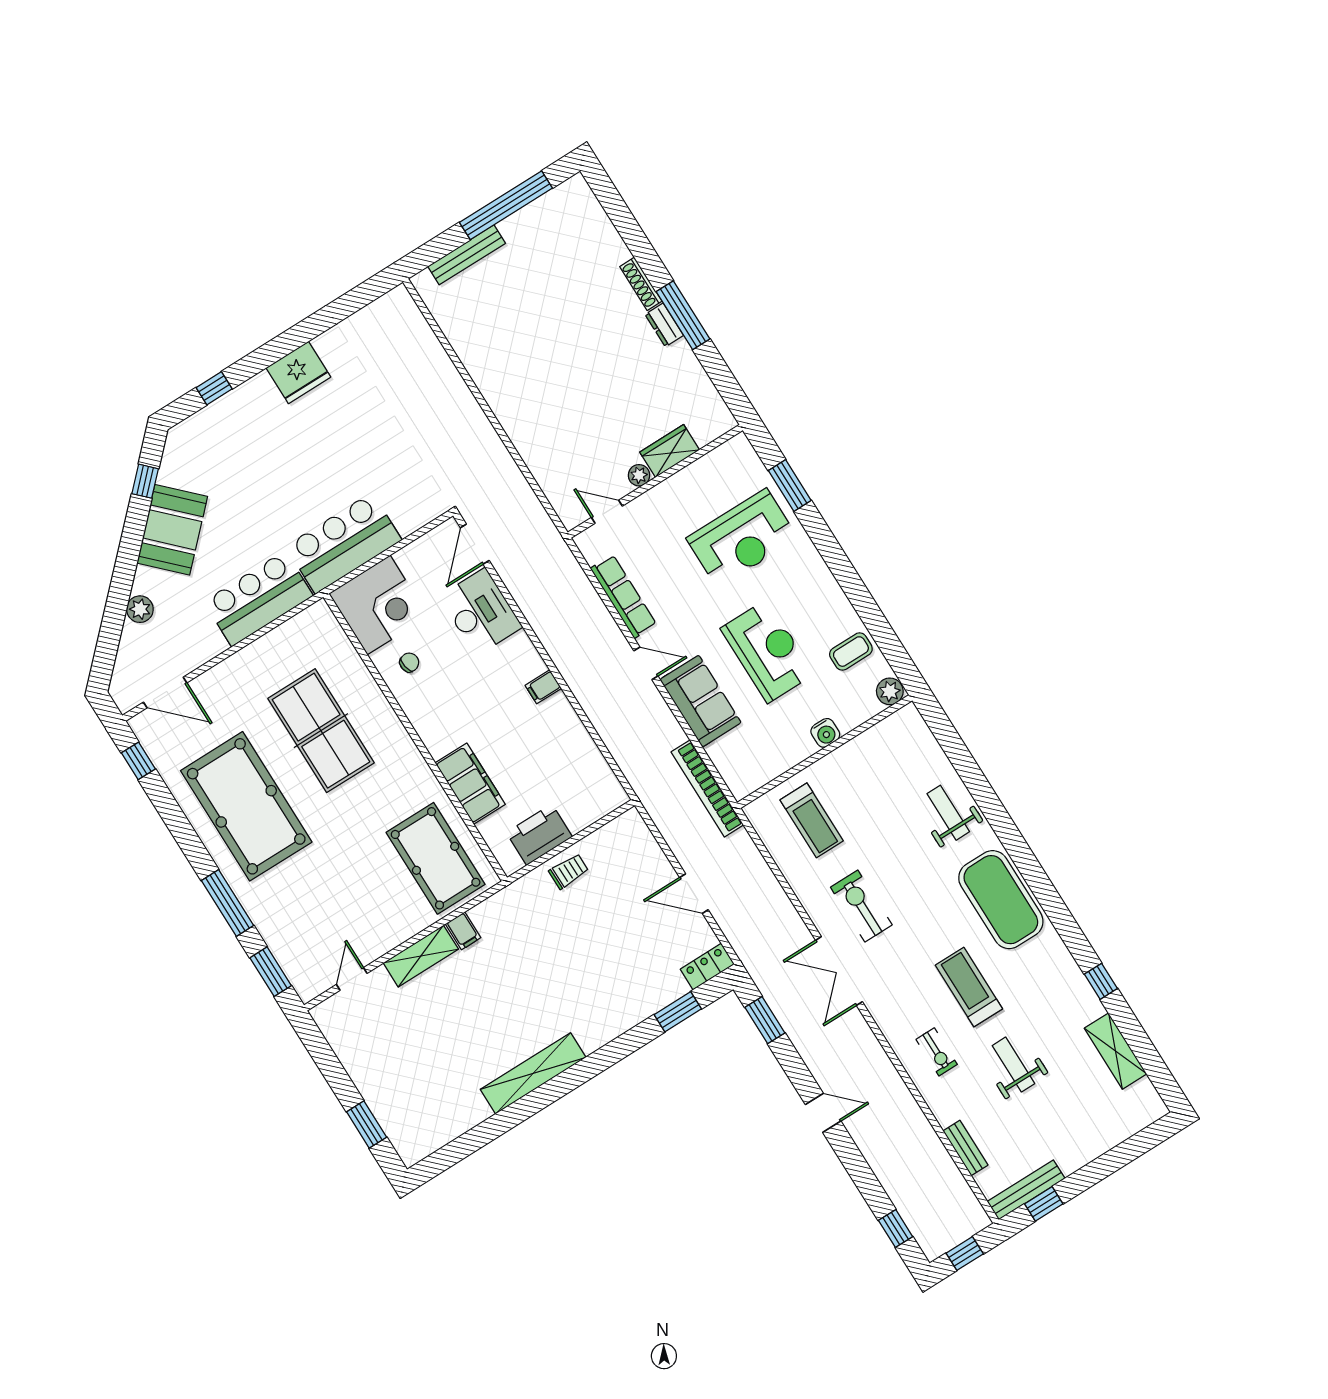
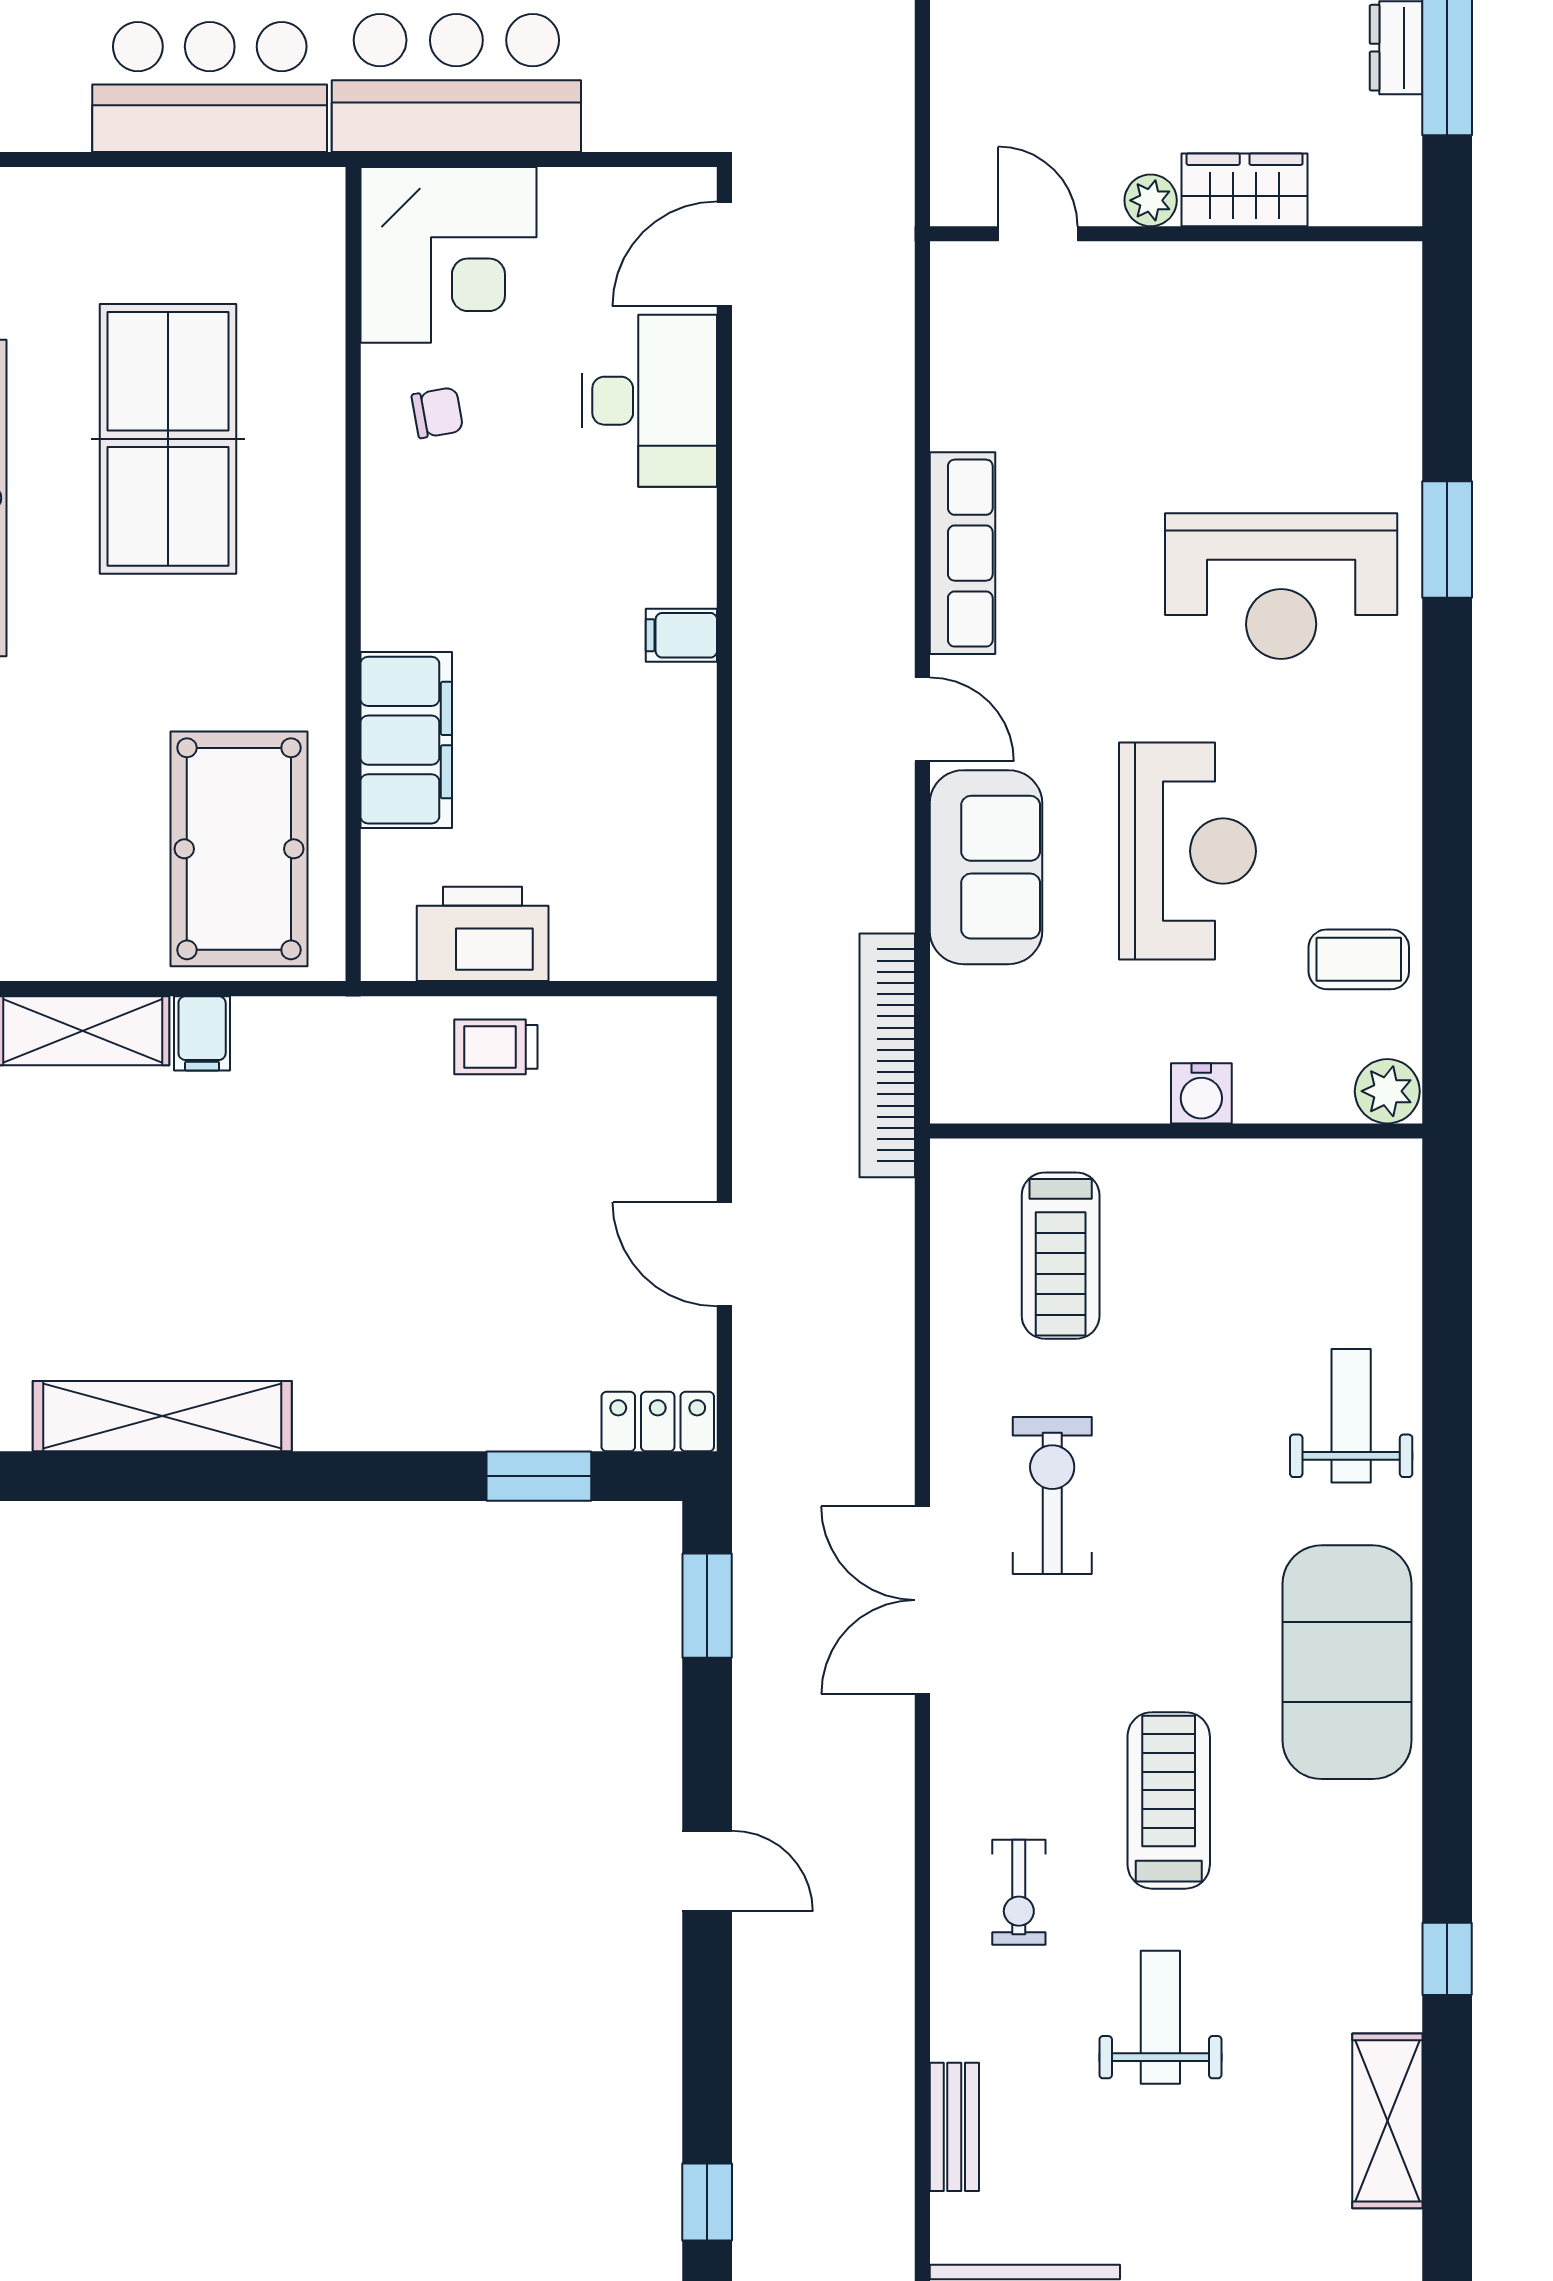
wardrobe: (670, 451) -> (1245, 190), moved
plant: (639, 475) -> (1151, 200), moved
wall: (655, 481) -> (1176, 234), moved
door: (607, 512) -> (1038, 234), moved
trolley: (569, 871) -> (496, 1047), turned 180

